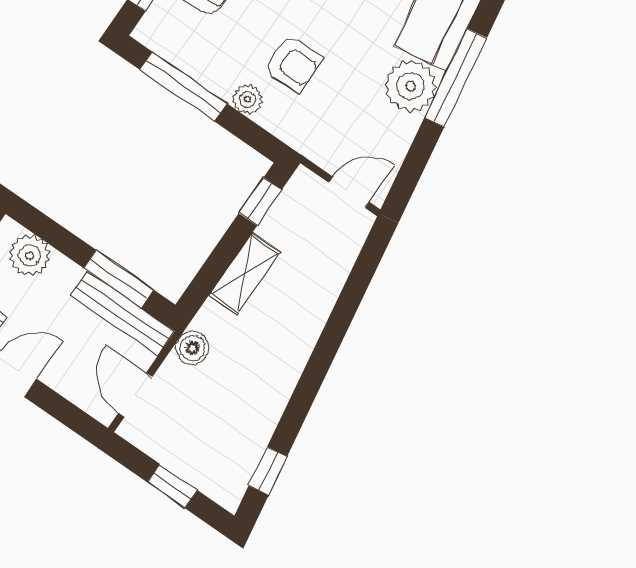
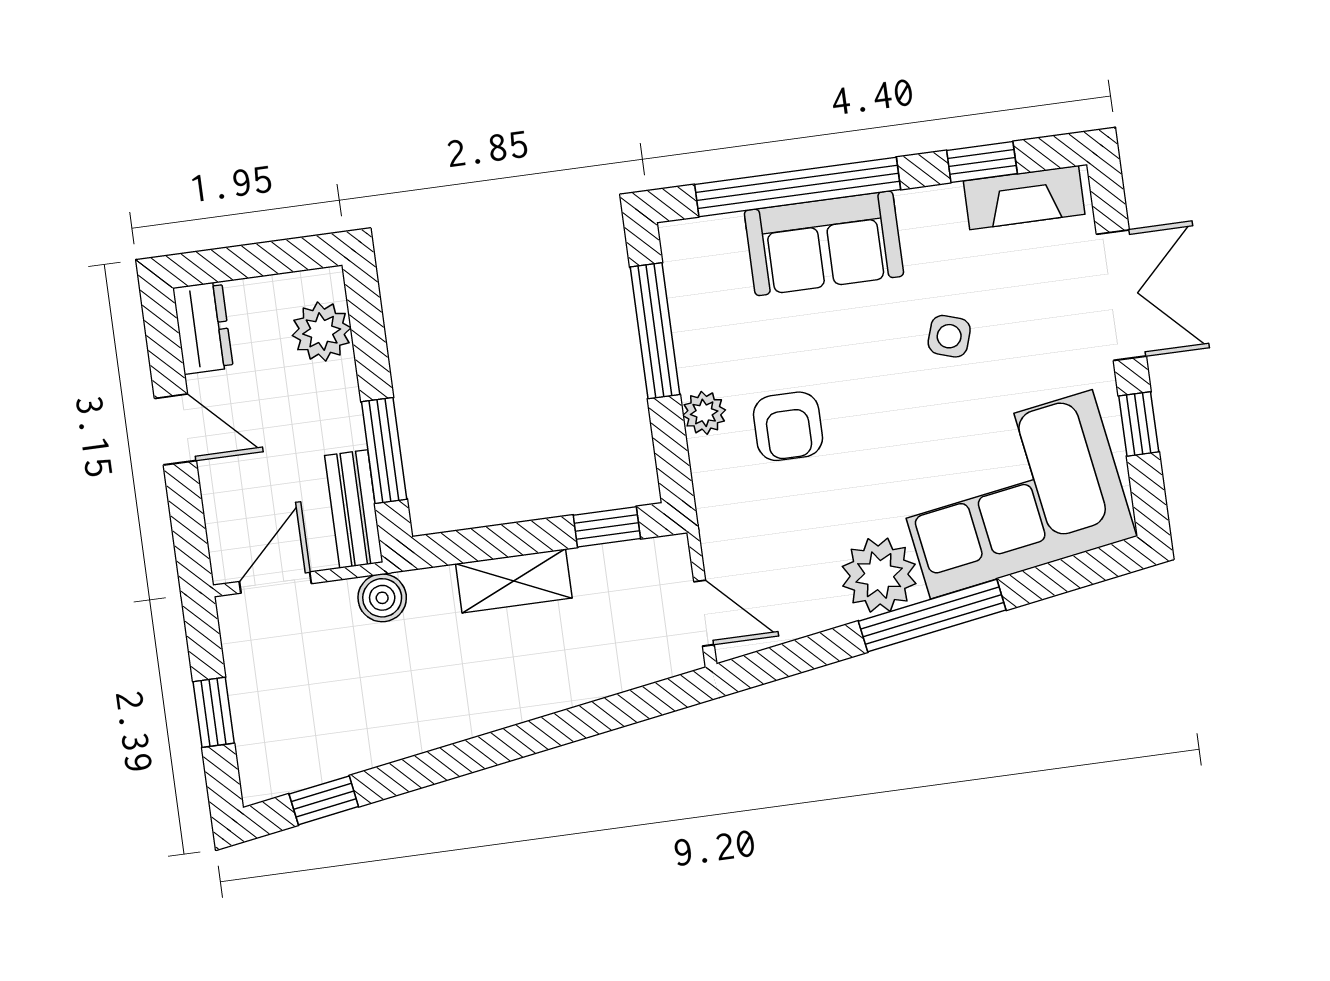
bench: (123, 313) -> (354, 509), width x0.73

